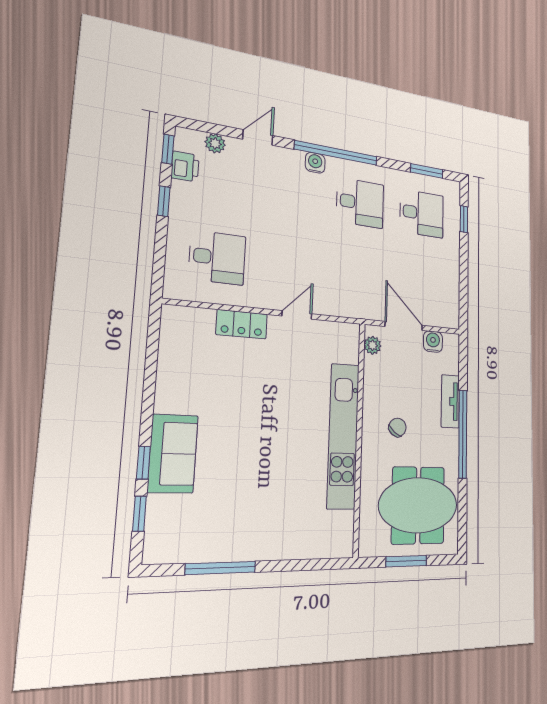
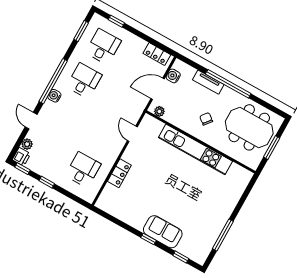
printer: (185, 166) -> (21, 157), moved, turned 90
locker: (450, 301) -> (157, 54), added
door: (297, 315) -> (132, 134), moved
window: (143, 463) -> (148, 239), moved
meeting table: (418, 505) -> (249, 127), turned 90

